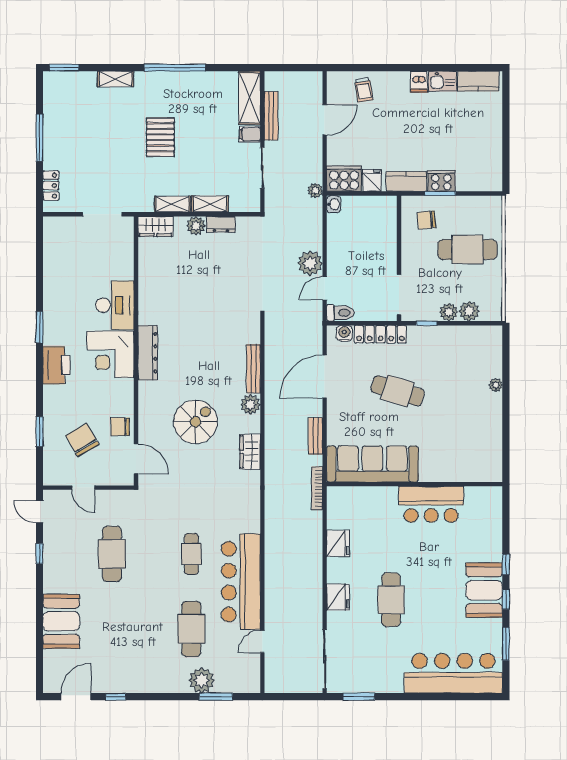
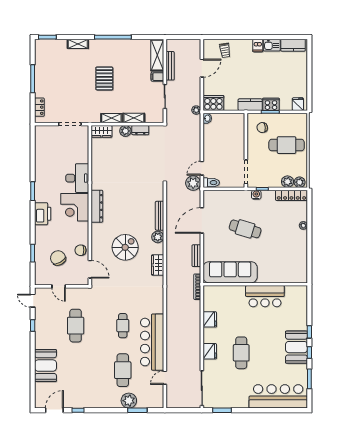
fridge: (372, 181) -> (298, 104), moved
plant: (310, 263) -> (193, 183), moved
plant: (449, 312) -> (300, 182), moved
water cooler: (344, 333) -> (256, 195), moved
locker: (380, 334) -> (291, 195), moved

